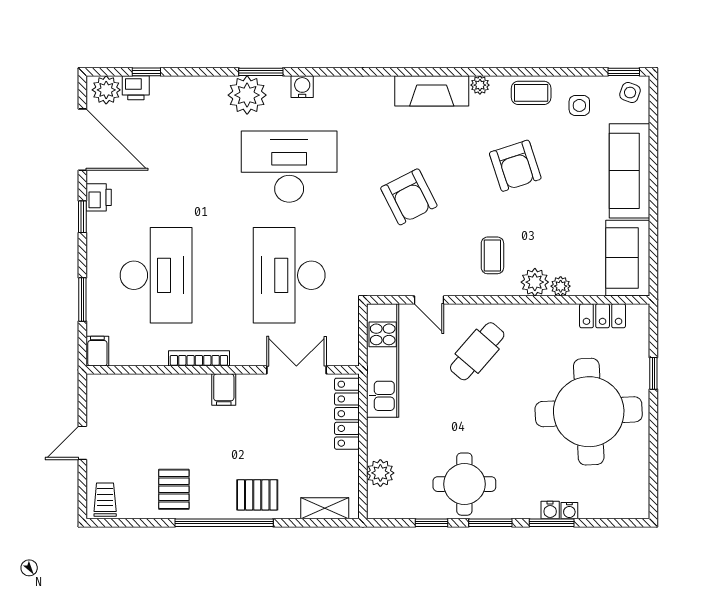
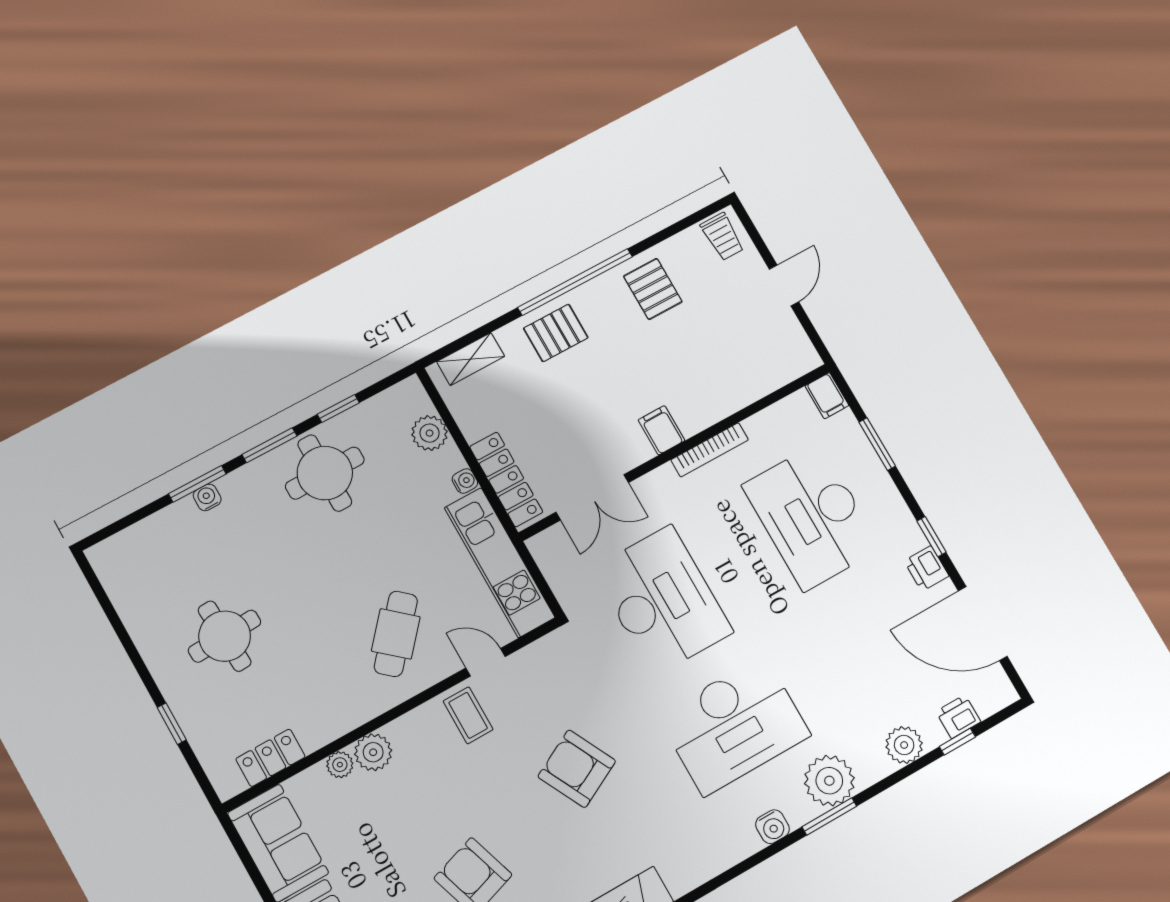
plant: (106, 90) -> (904, 745), moved
coffee table: (492, 255) -> (468, 715), moved
round table: (589, 412) -> (225, 636), width x0.54, depth x0.54
water cooler: (569, 511) -> (465, 481), moved, turned 90

